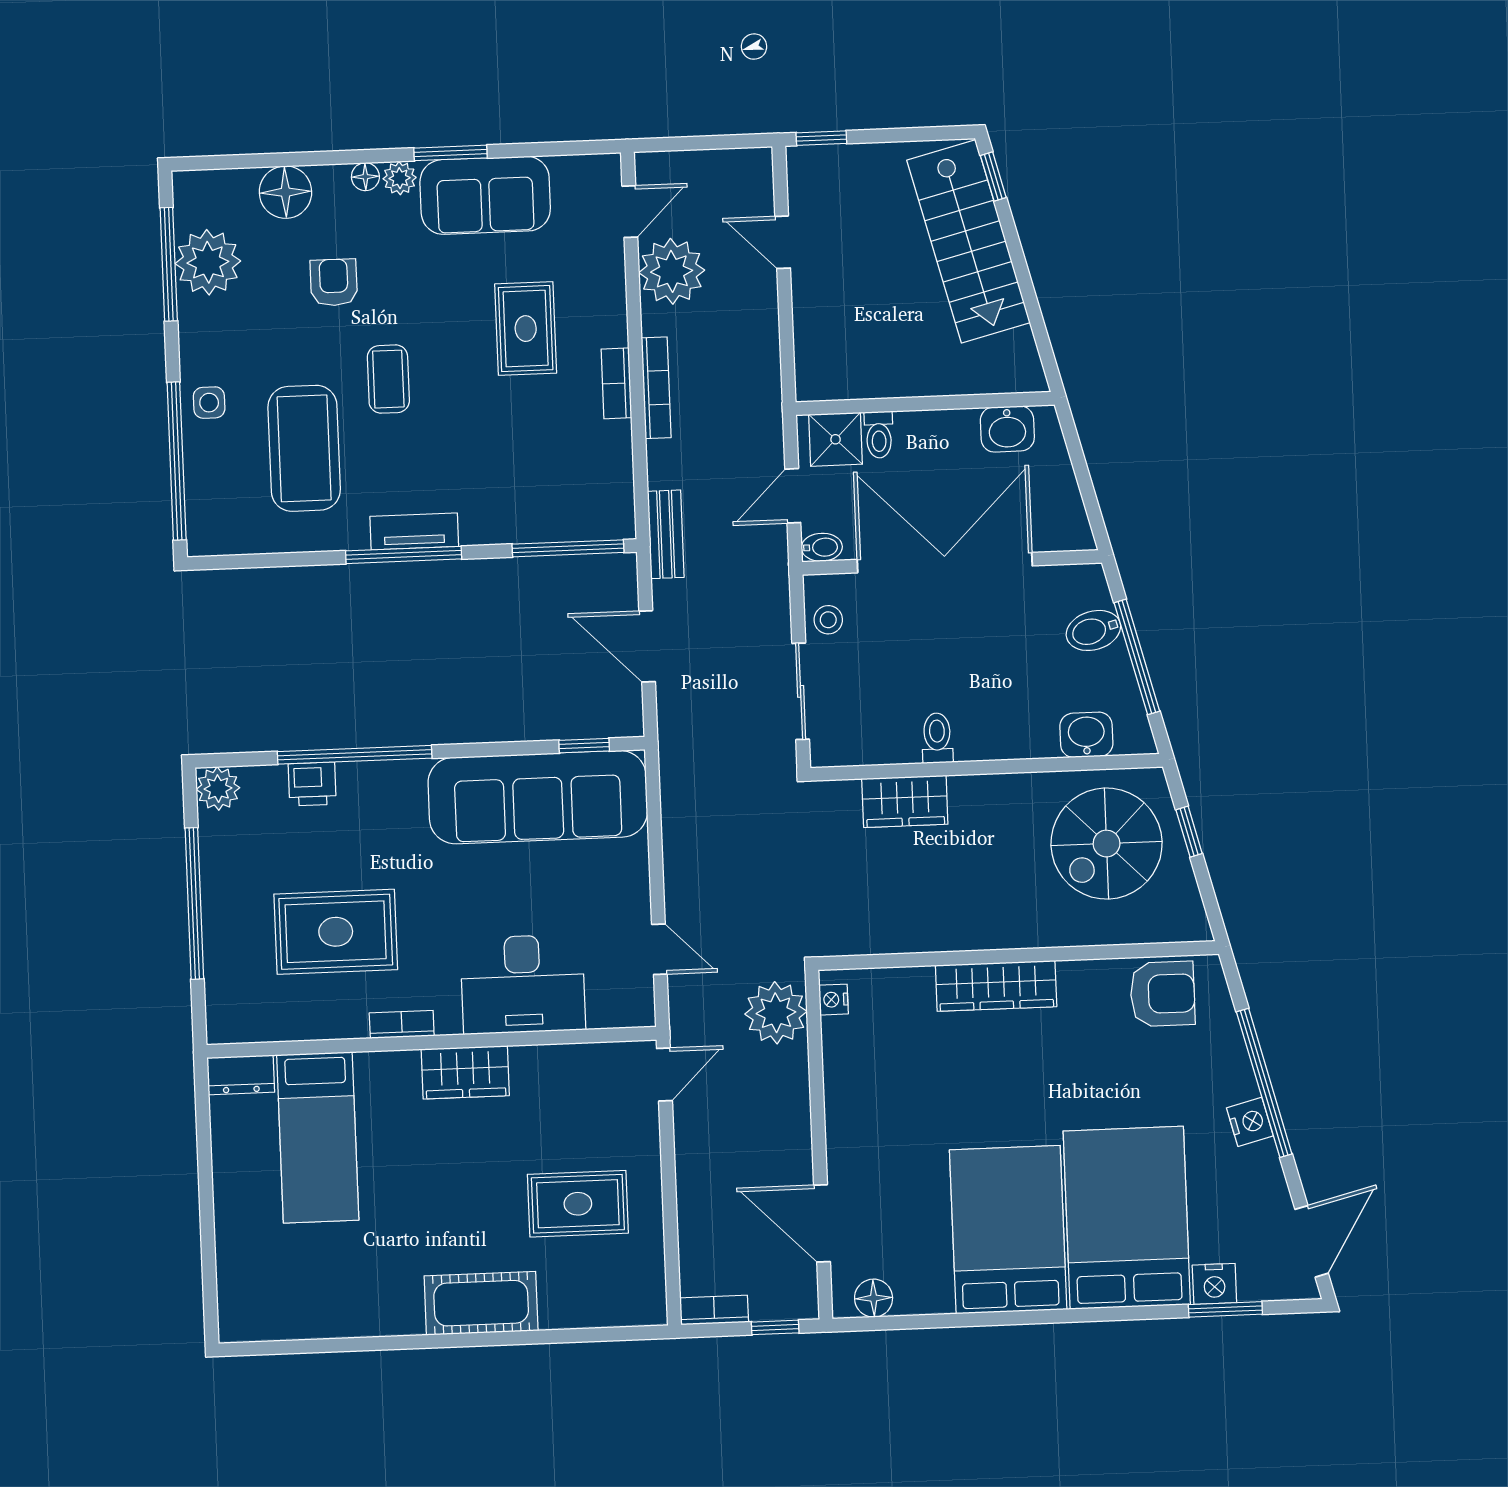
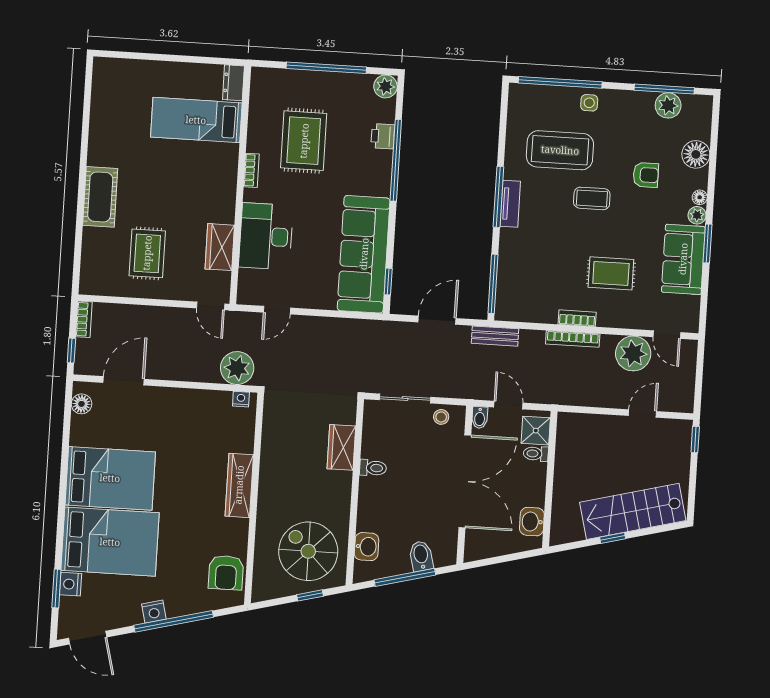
window: (993, 177) -> (613, 538), moved
plant: (208, 262) -> (668, 105), width x0.73, depth x0.73
wardrobe: (465, 1072) -> (220, 247), moved

